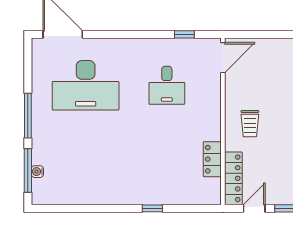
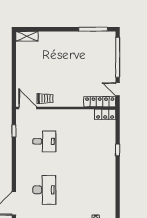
desk: (86, 85) -> (44, 190), width x0.73, depth x0.77
trolley: (250, 124) -> (45, 99), moved
locker: (212, 159) -> (105, 114), moved

